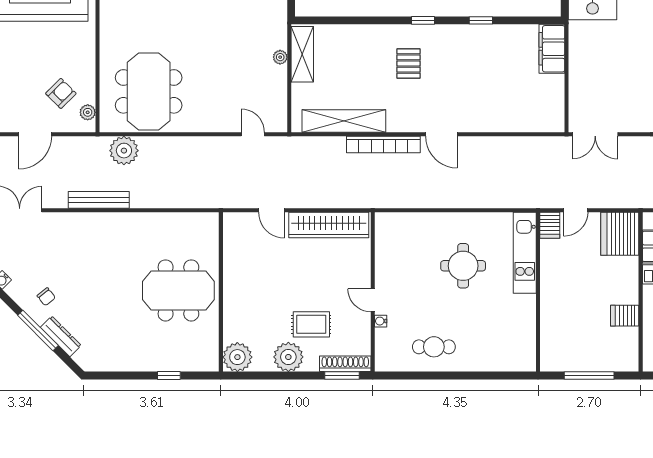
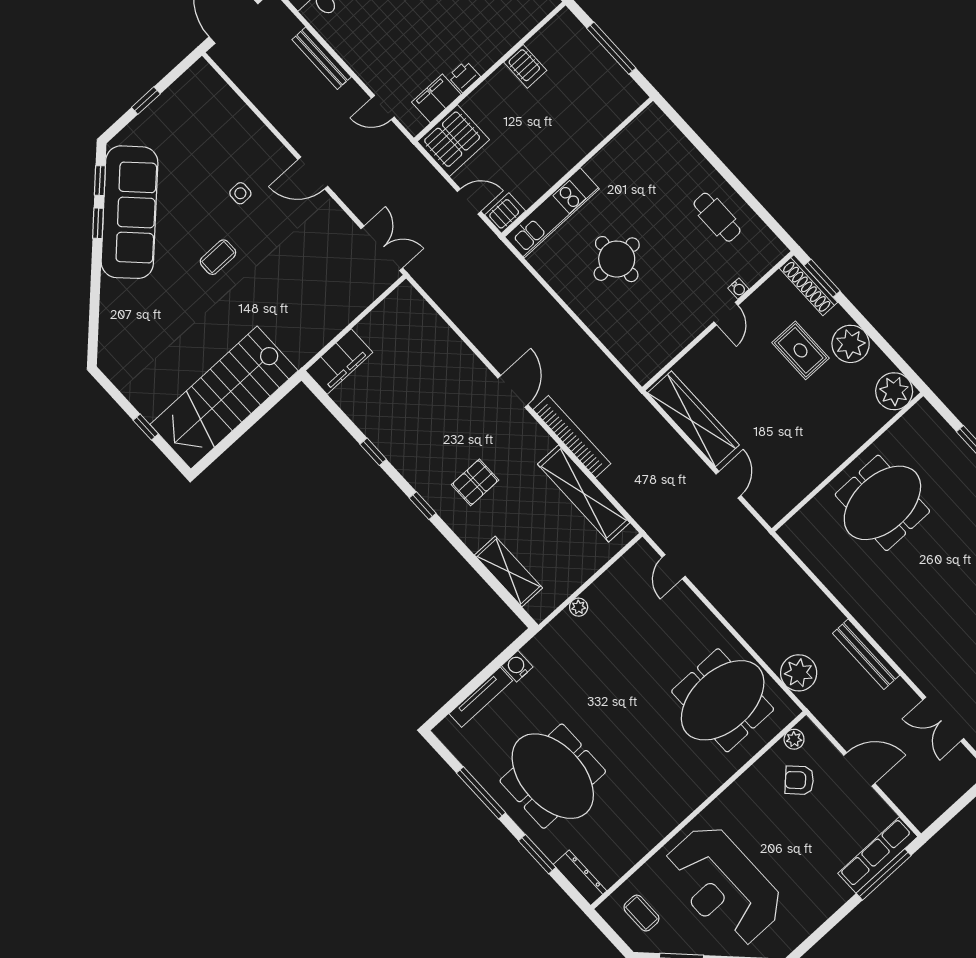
shelving: (302, 54) -> (509, 572), moved, turned 90
meeting table: (178, 290) -> (882, 503), turned 90

